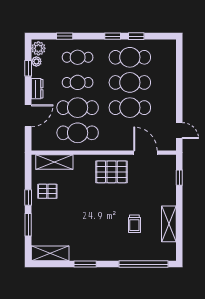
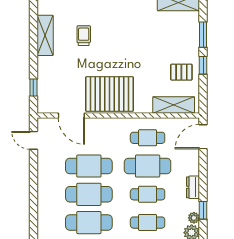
door: (28, 116) -> (203, 137), moved
cafe table: (78, 133) -> (148, 138), width x0.73, depth x0.74
pallet: (111, 172) -> (109, 94), width x1.37, depth x1.41

